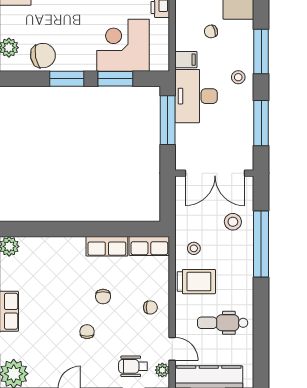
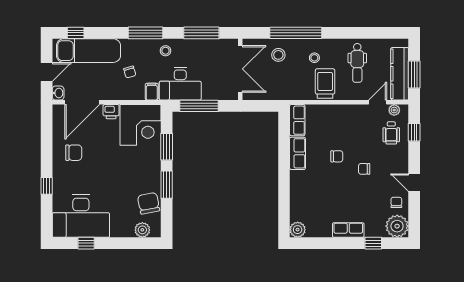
corner desk: (123, 45) -> (141, 125), moved, turned -90
stool: (194, 248) -> (314, 58), moved
chair: (150, 307) -> (396, 202), moved

